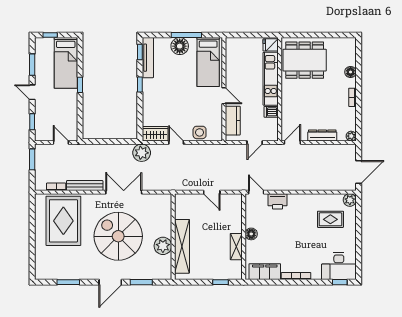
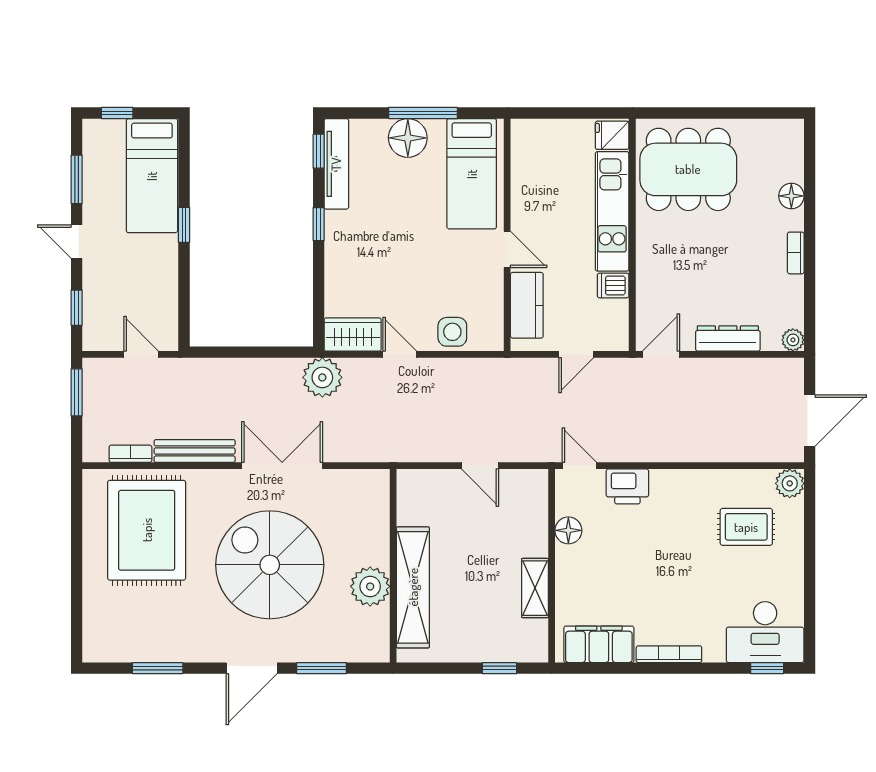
floor lamp: (251, 234) -> (568, 530), moved

